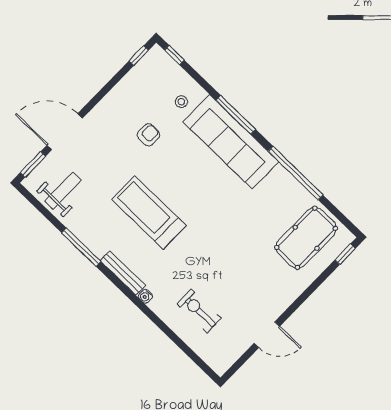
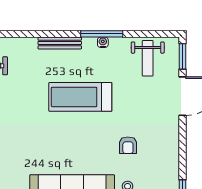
treadmill: (149, 213) -> (80, 97), turned 180
water cooler: (145, 296) -> (103, 42), moved

